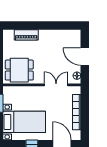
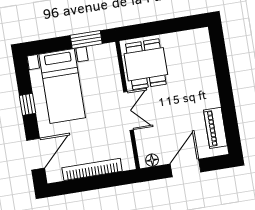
piano: (26, 35) -> (215, 128), moved
double door: (56, 85) -> (129, 111), moved

